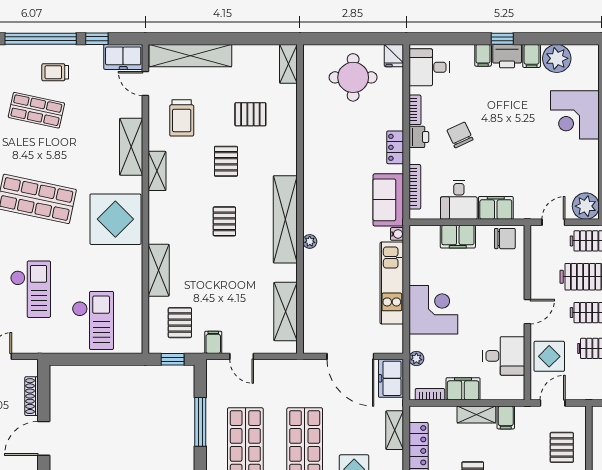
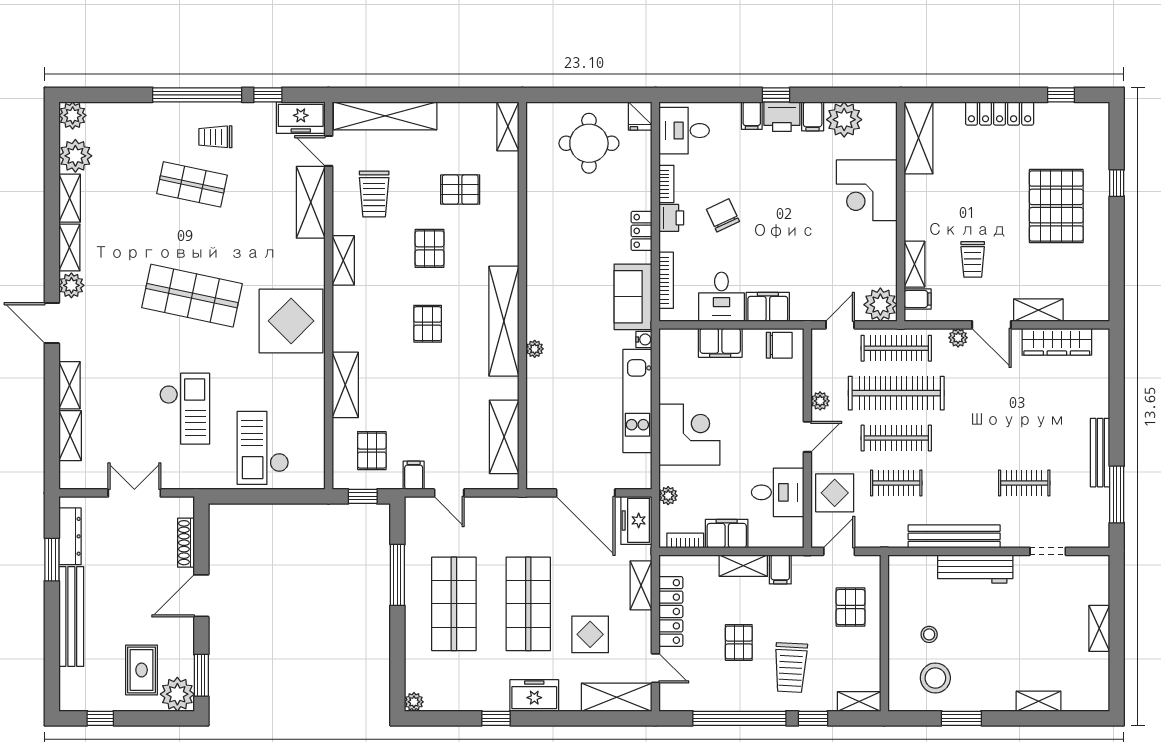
shelving: (131, 147) -> (311, 202), moved
plant: (538, 283) -> (820, 401), added
checkout: (93, 320) -> (263, 448), turned 180

